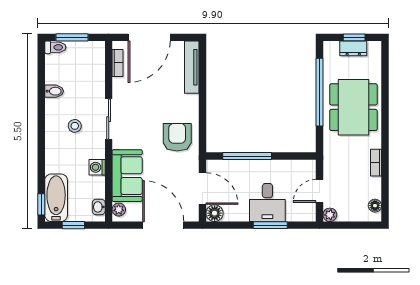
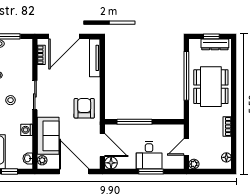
dresser: (353, 48) -> (215, 44), width x1.44

